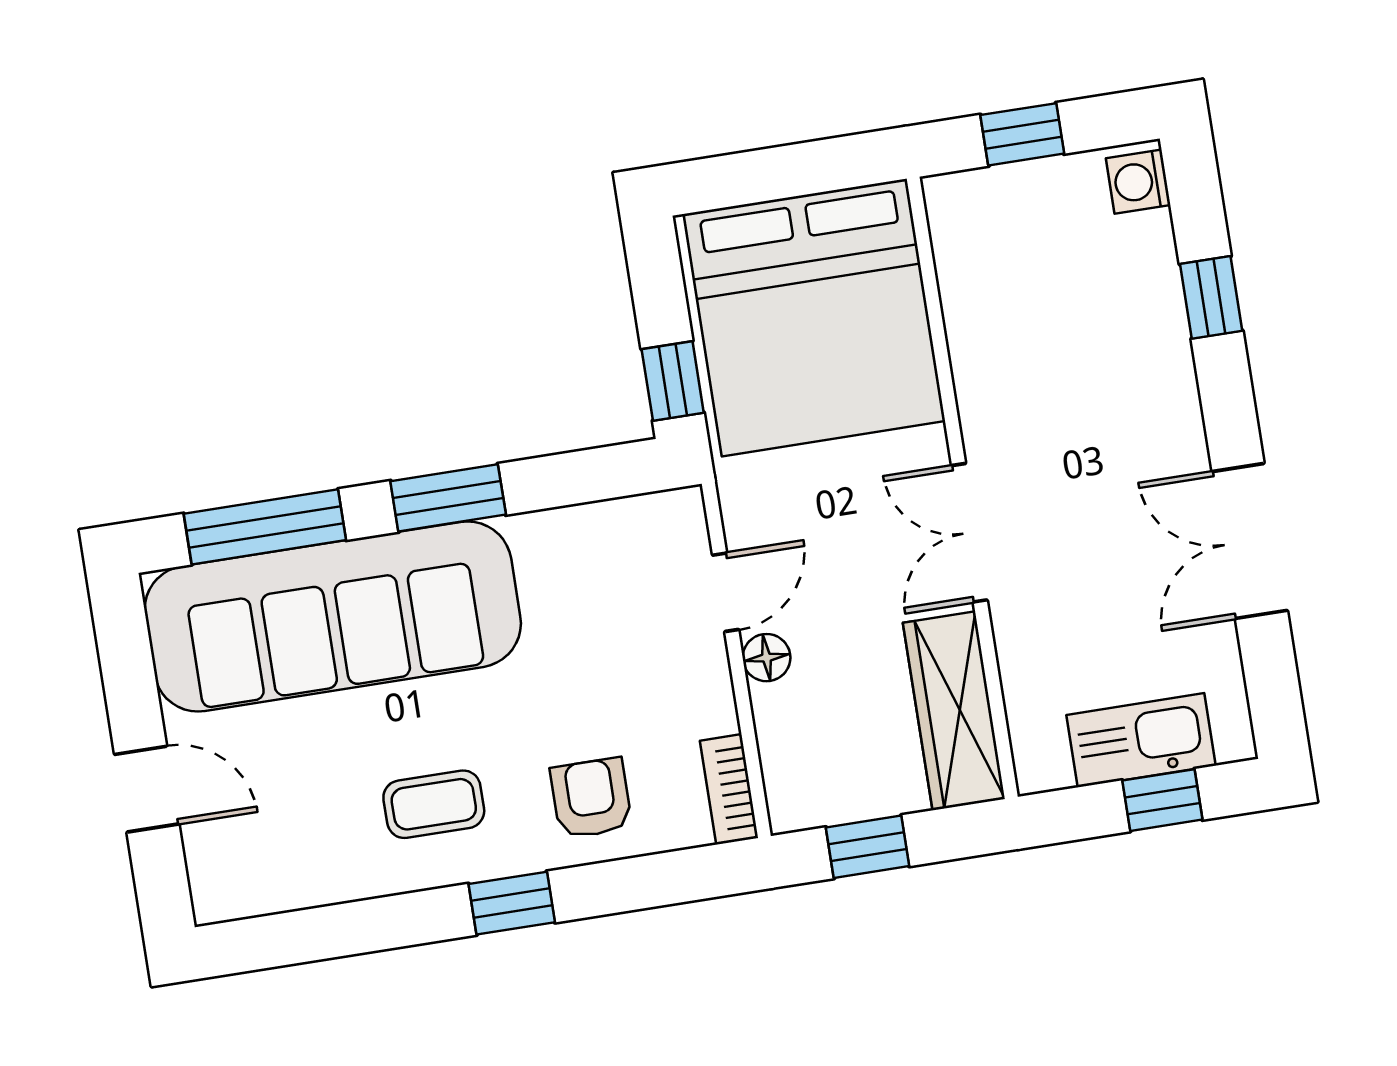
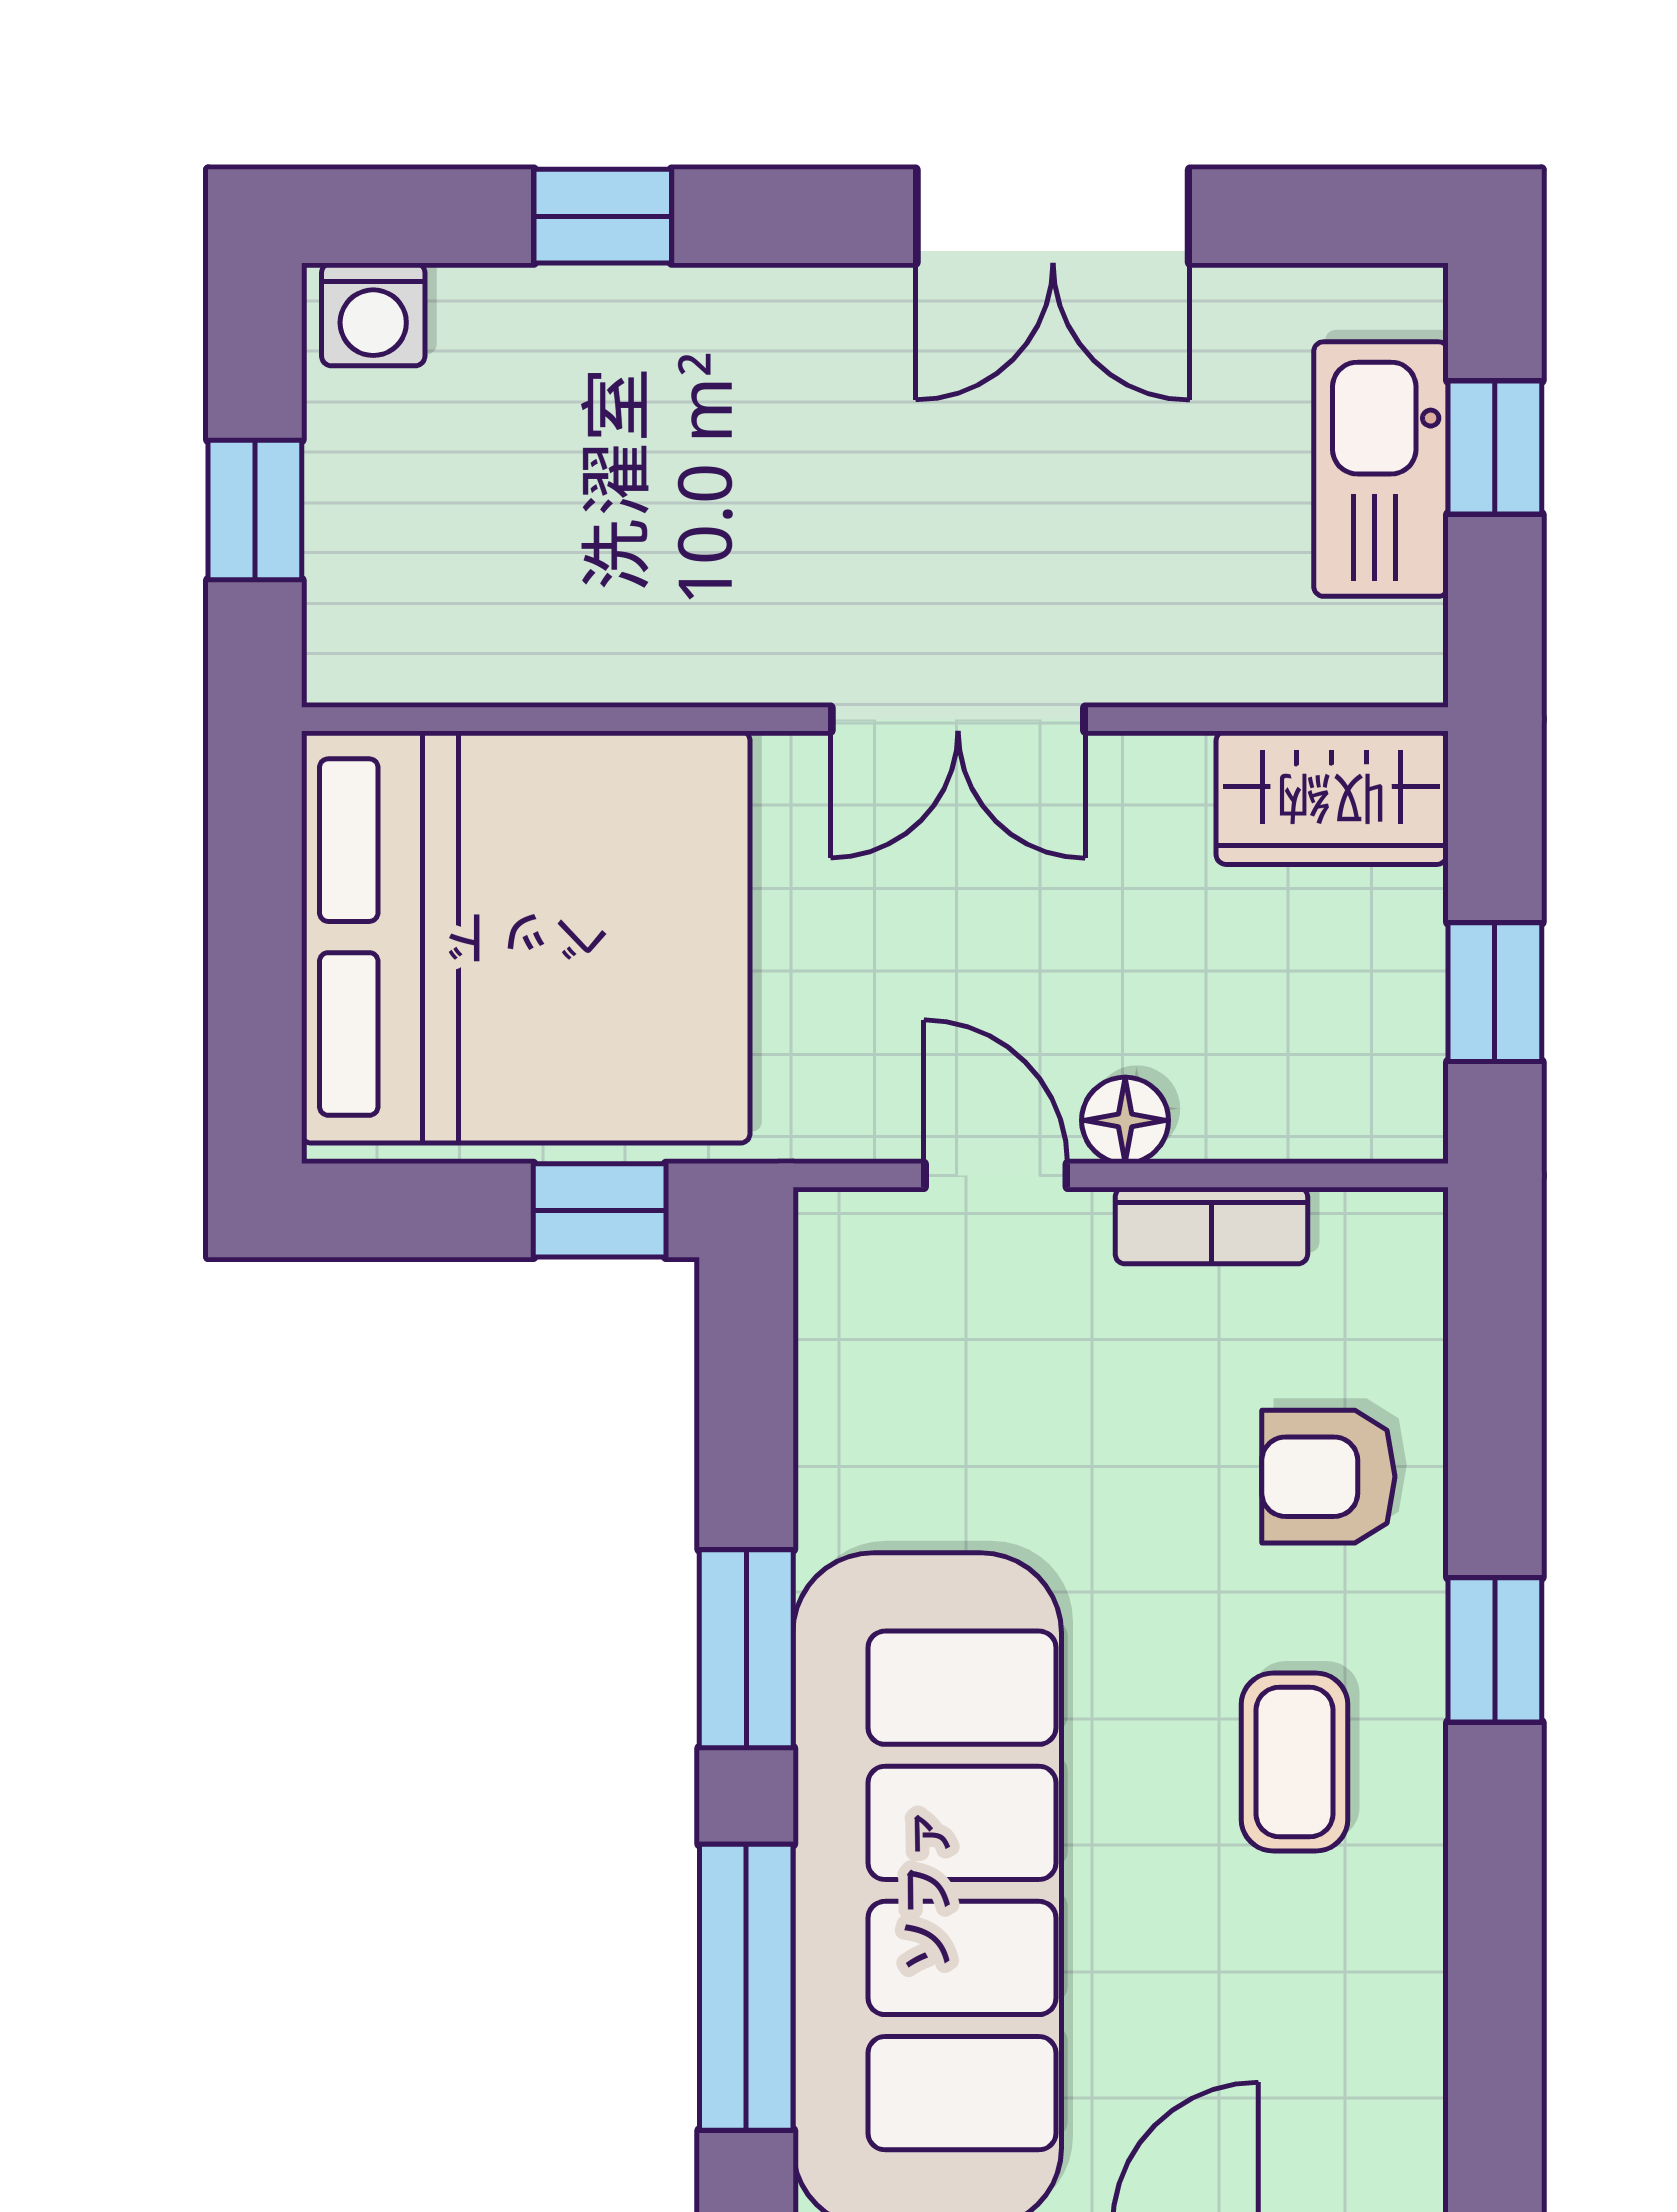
wardrobe: (954, 710) -> (1332, 798), width x0.67
bookcase: (729, 789) -> (1211, 1225), moved

